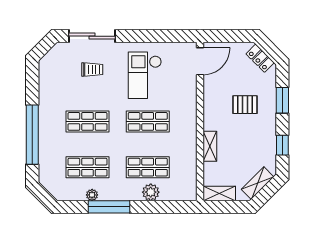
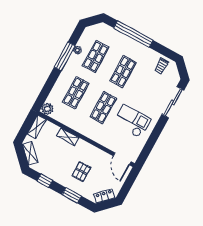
trolley: (92, 70) -> (161, 66), moved
plant: (151, 192) -> (47, 109), moved

